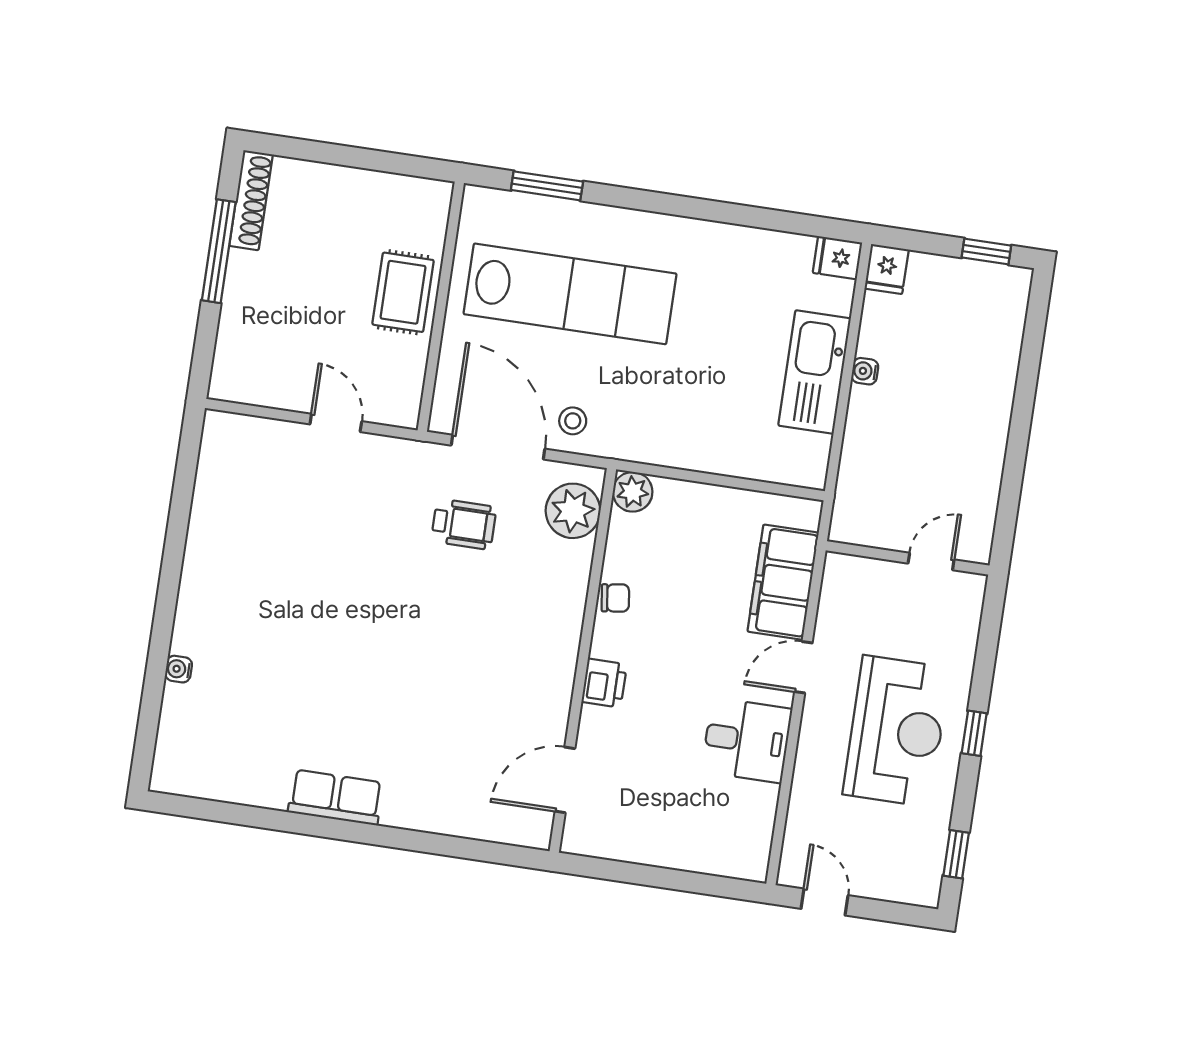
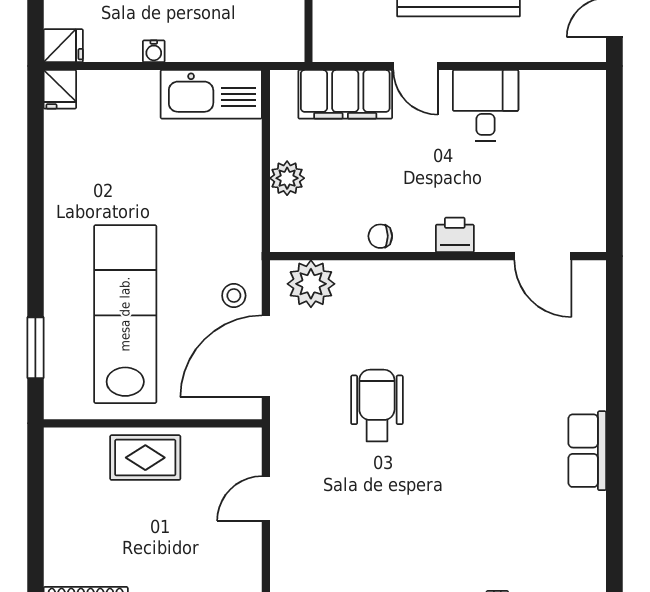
kitchen sink: (815, 372) -> (211, 94), moved
plant: (633, 492) -> (287, 178), moved
wheelchair: (464, 524) -> (377, 406), moved, width x1.36, depth x1.37
chair: (615, 598) -> (380, 236), turned -82

